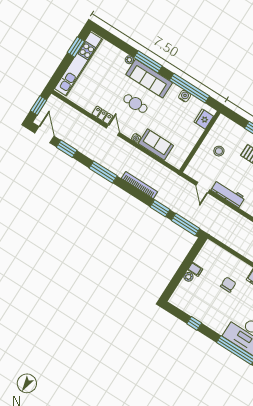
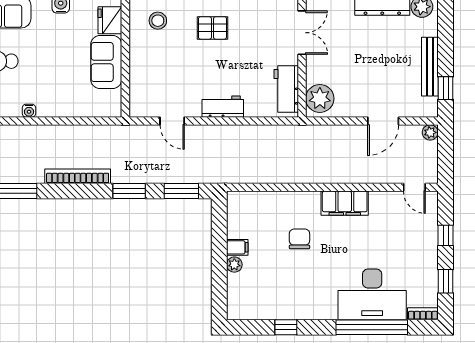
sofa: (156, 145) -> (106, 62), moved, turned -90
stool: (219, 151) -> (158, 21), moved
workbench: (228, 194) -> (223, 107), width x0.73
window: (185, 224) -> (181, 191), width x0.69

